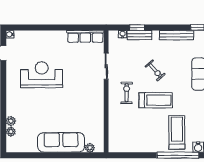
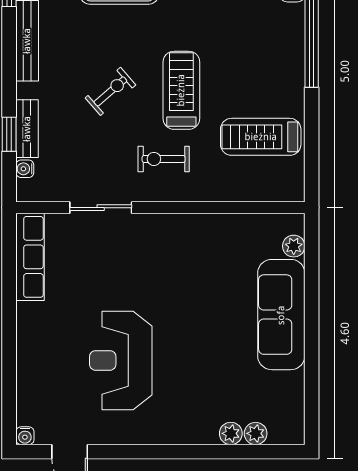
treadmill: (177, 132) -> (261, 137), moved

